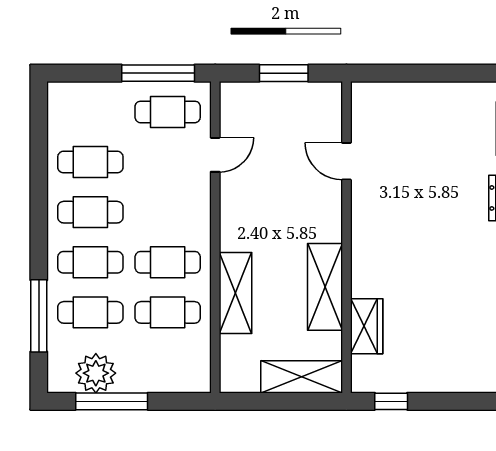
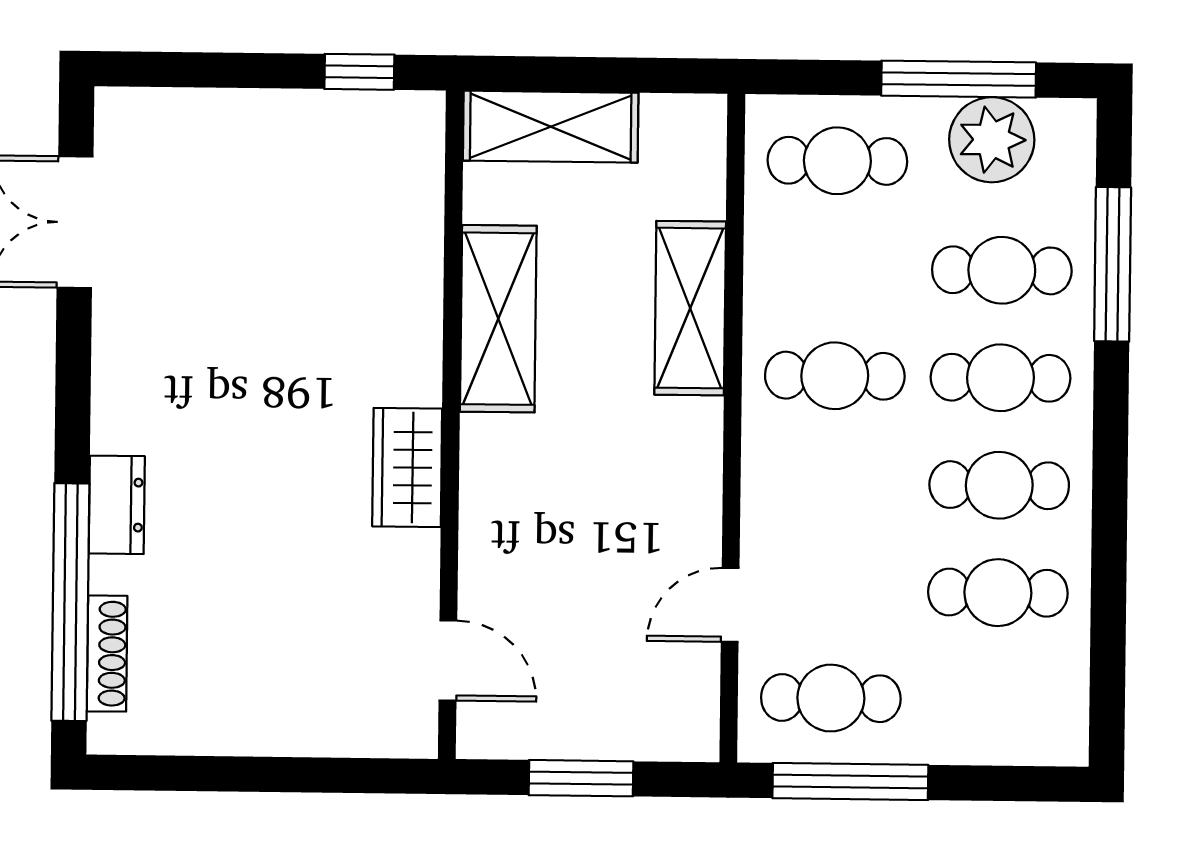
door: (346, 161) -> (448, 661), moved
cafe table: (168, 312) -> (837, 161), moved
wardrobe: (367, 326) -> (407, 467), moved

